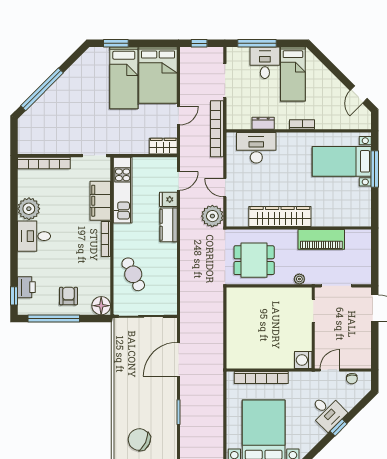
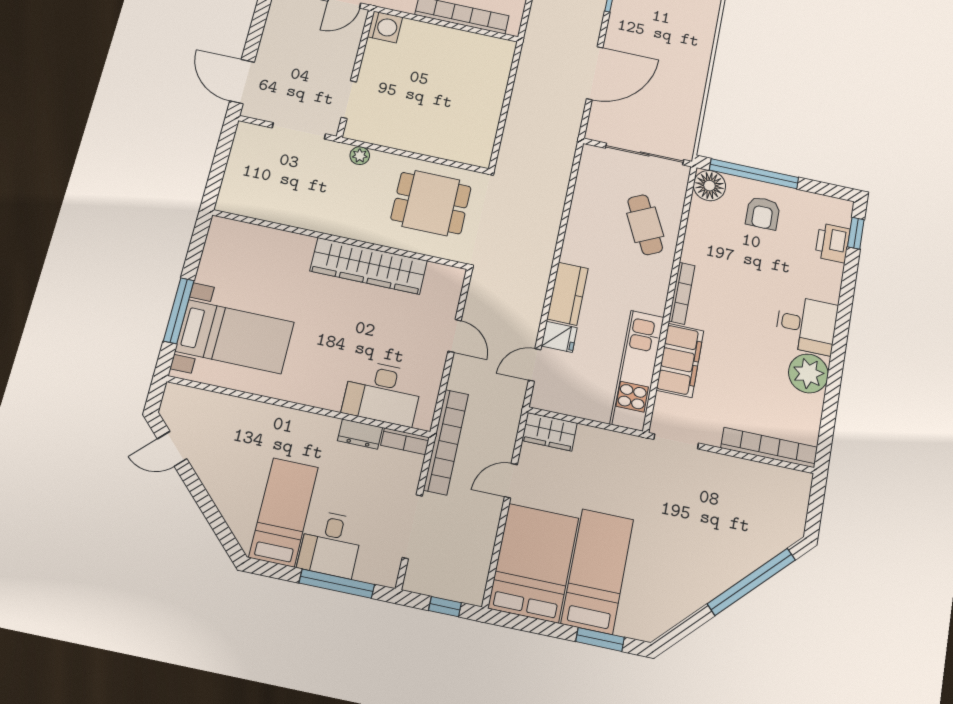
door: (359, 94) -> (172, 449), swing flipped
bookcase: (302, 125) -> (405, 441), moved
plant: (212, 216) -> (487, 292), removed
piano: (321, 239) -> (305, 212), removed
window: (54, 319) -> (754, 174), moved

